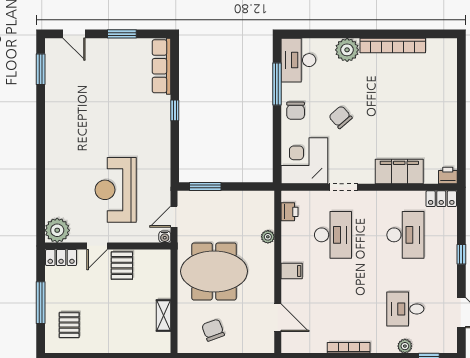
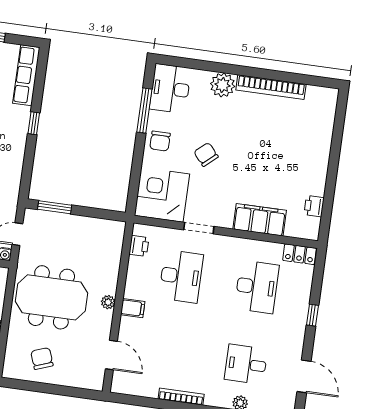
printer: (448, 175) -> (314, 206), moved, turned -90
plant: (268, 237) -> (108, 302), moved

